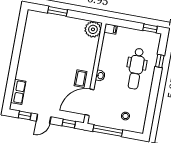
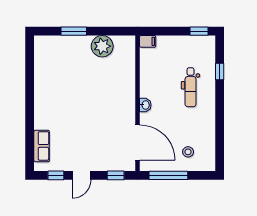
plant: (93, 29) -> (102, 46), moved
dental chair: (136, 69) -> (190, 87), width x0.73, depth x0.72
coffee table: (81, 79) -> (120, 114), removed
door: (89, 102) -> (138, 142), swing flipped

